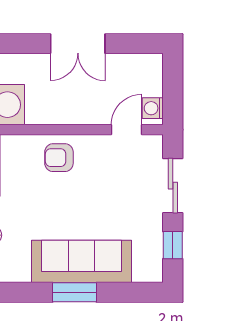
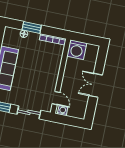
armchair: (59, 158) -> (50, 68), removed

